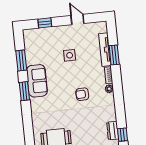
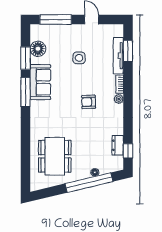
window: (45, 23) -> (56, 20), width x2.17
floor lamp: (32, 51) -> (38, 49), added
window: (114, 55) -> (128, 51), moved
window: (24, 91) -> (25, 92), width x1.44

